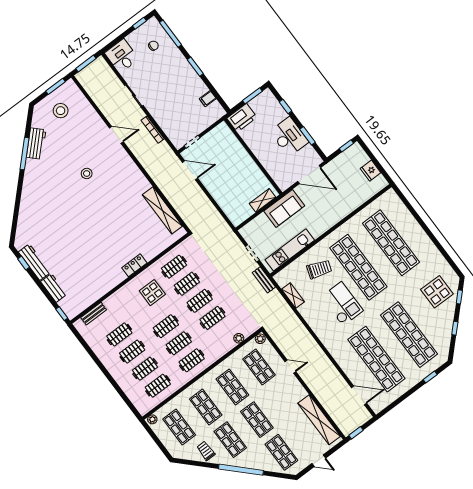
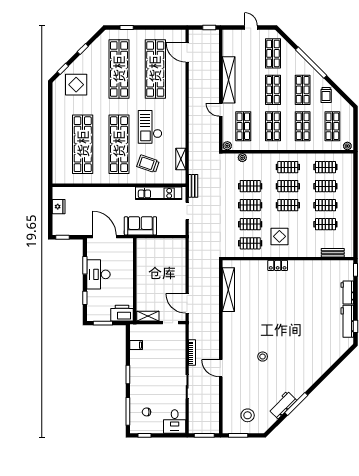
shelving: (263, 200) -> (148, 316), moved
shelving: (319, 420) -> (229, 80), moved

